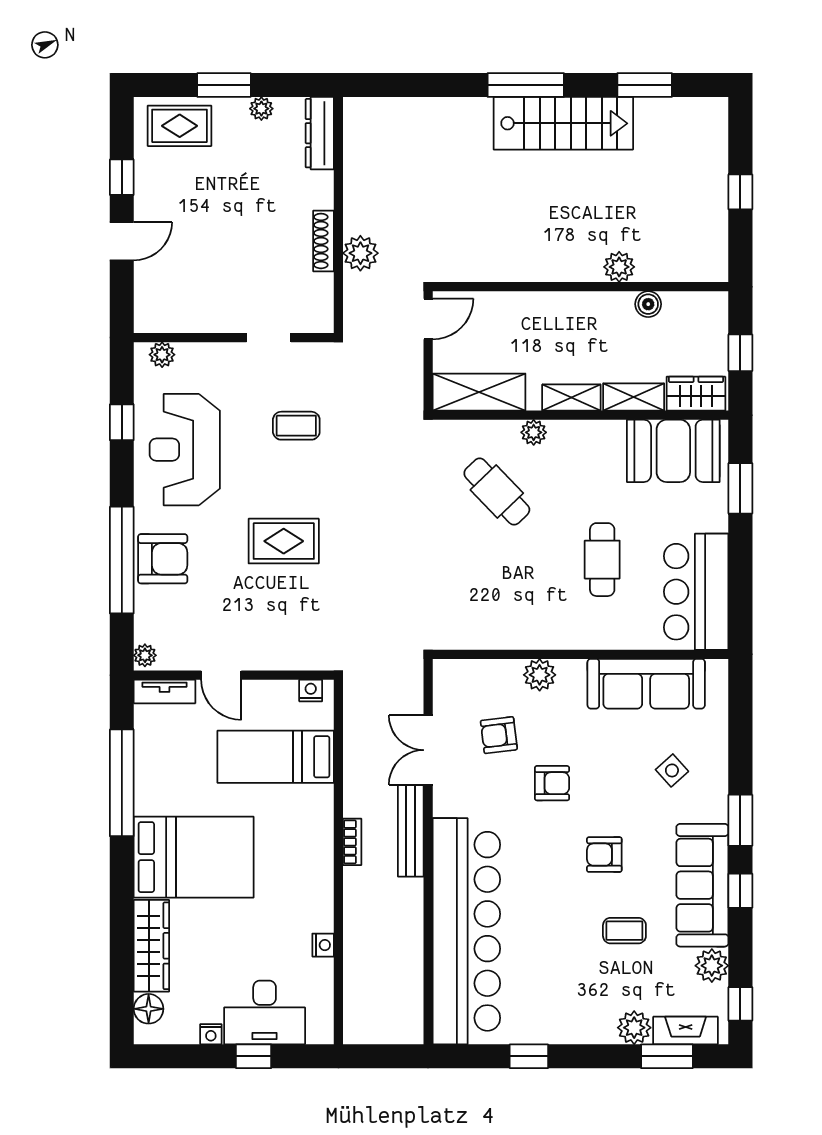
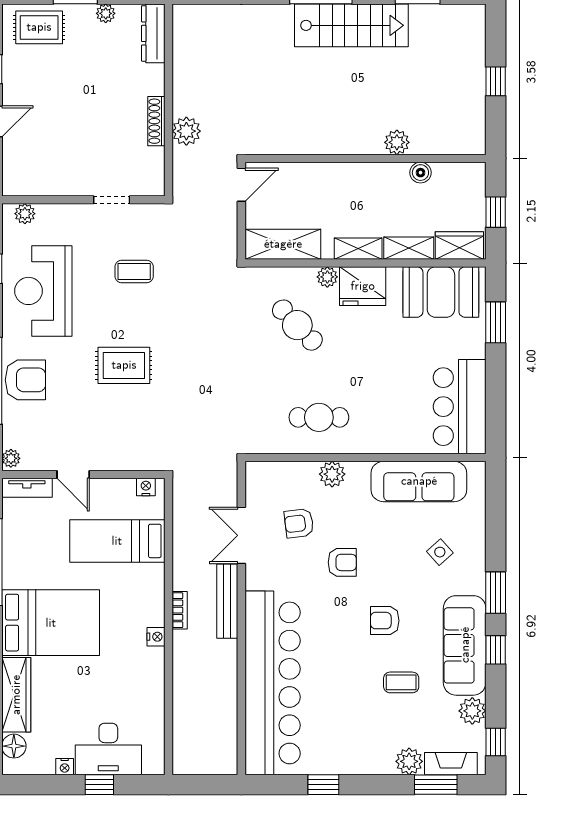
fridge: (577, 444) -> (363, 286), added
cafe table: (602, 560) -> (319, 417), moved, turned 90
nightstand: (323, 945) -> (156, 637), moved

